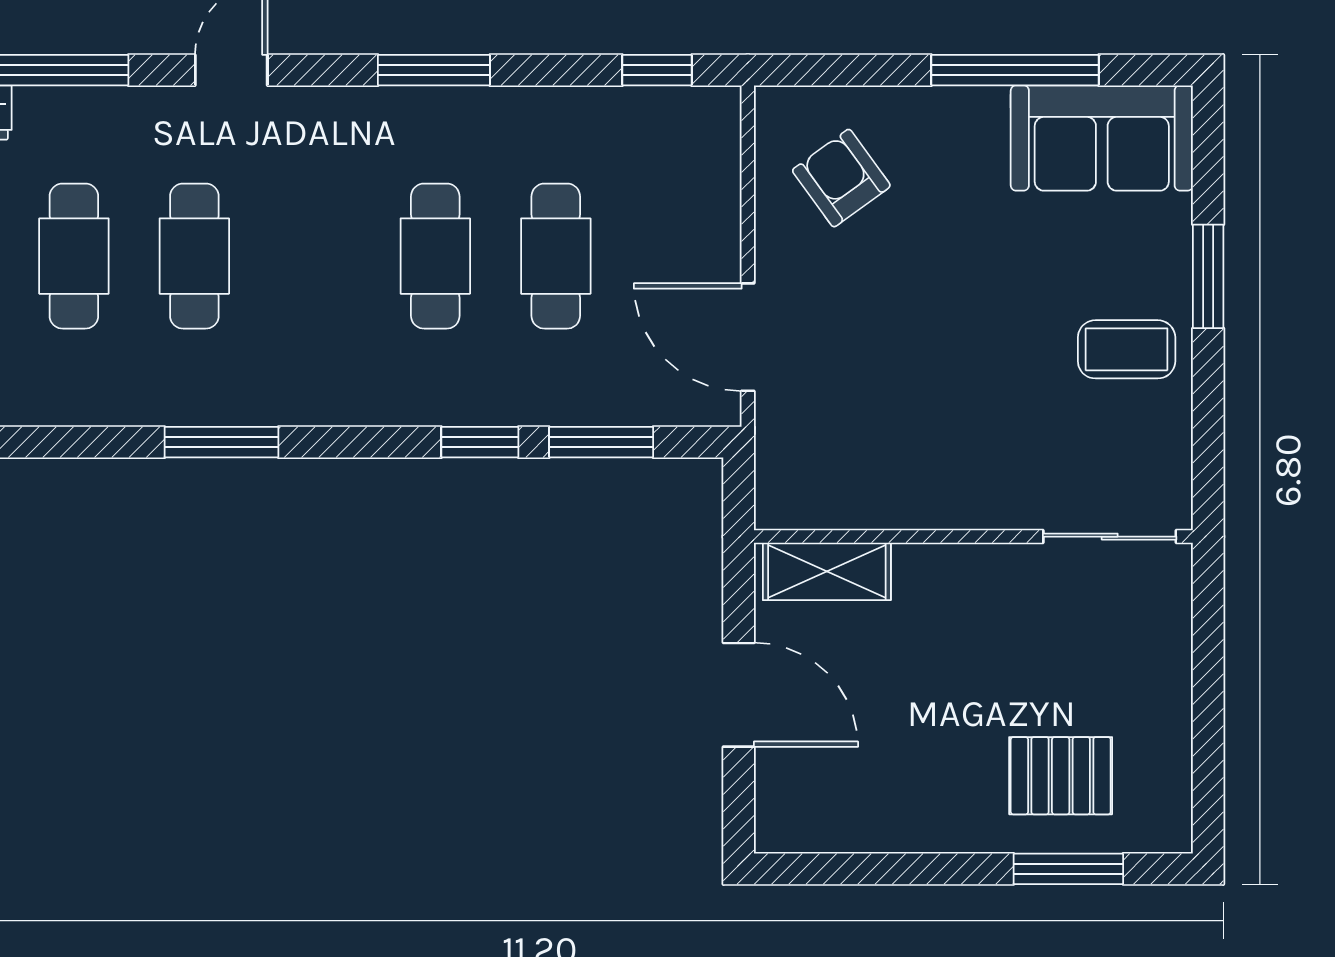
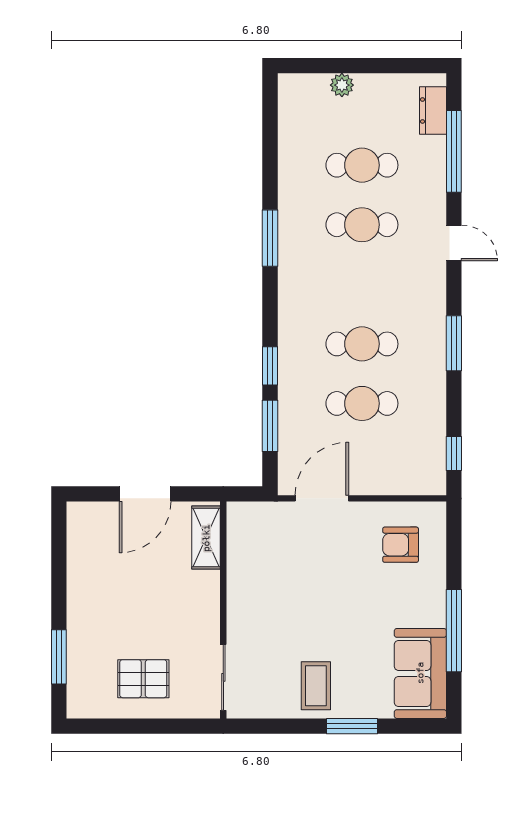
armchair: (841, 178) -> (401, 545), turned -144
pallet: (1061, 776) -> (143, 679), moved, turned 90

